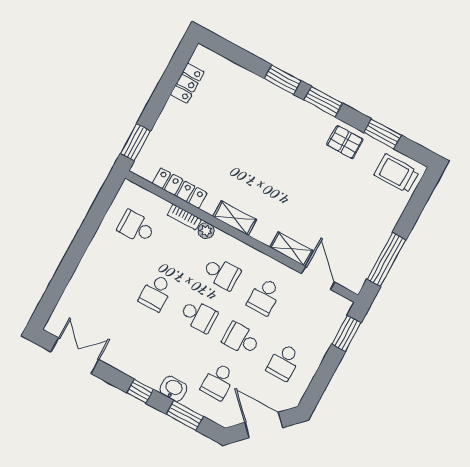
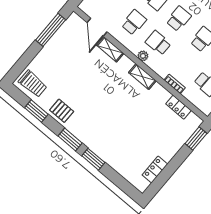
locker: (180, 188) -> (179, 107), width x0.66
plant: (206, 231) -> (143, 56), moved
school desk: (199, 316) -> (179, 19), turned 90

